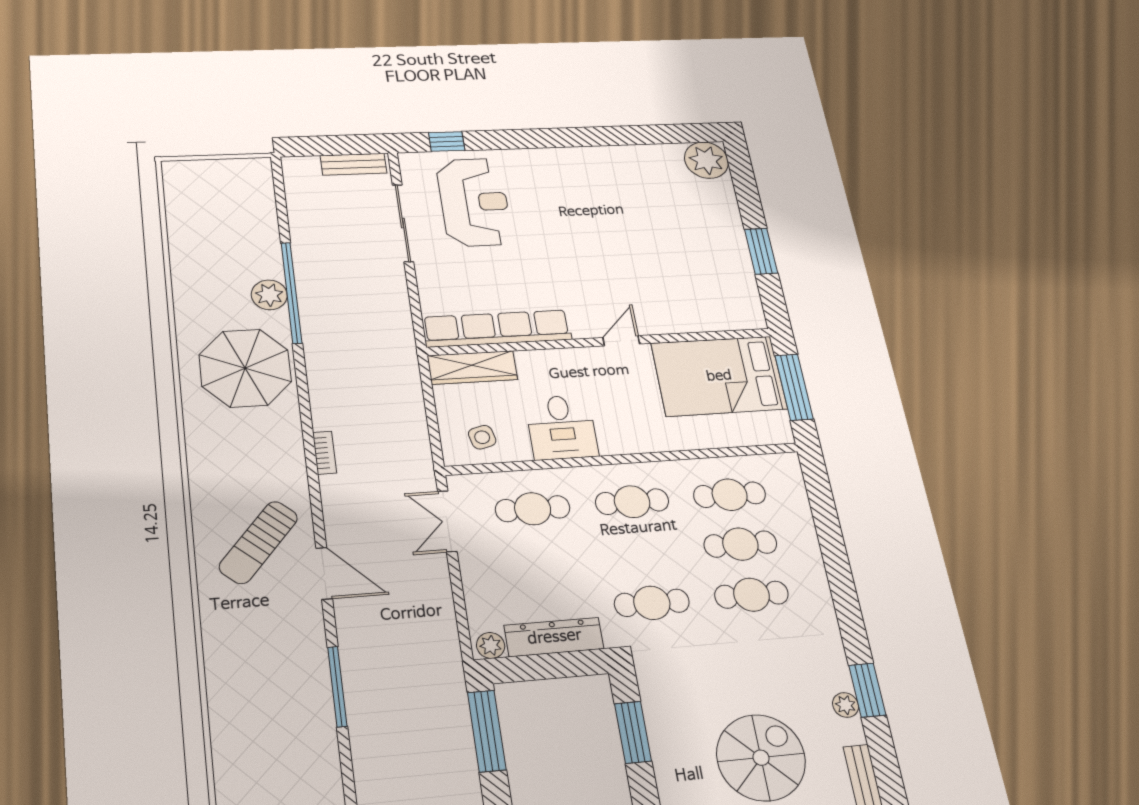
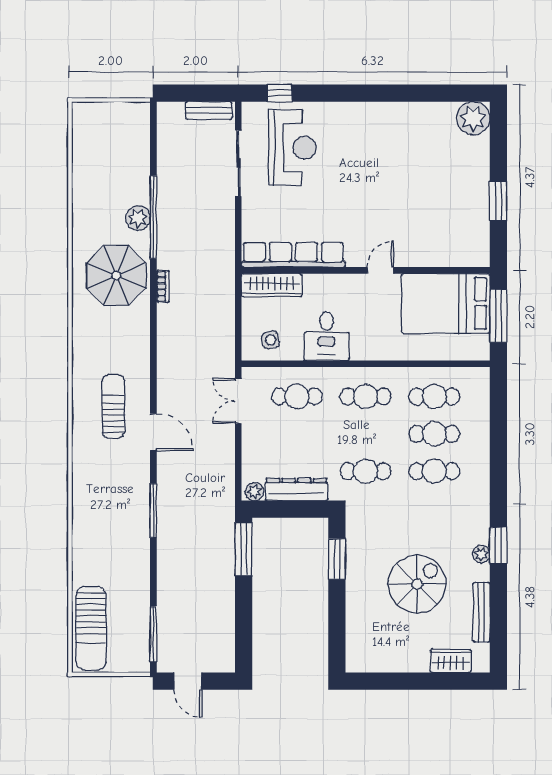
bookcase: (325, 453) -> (163, 286), moved
sun lounger: (258, 542) -> (113, 406), turned 139

